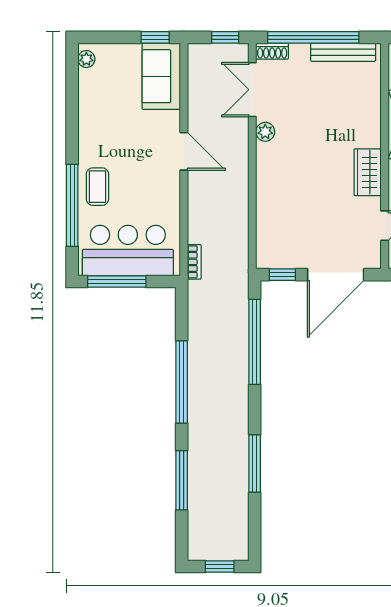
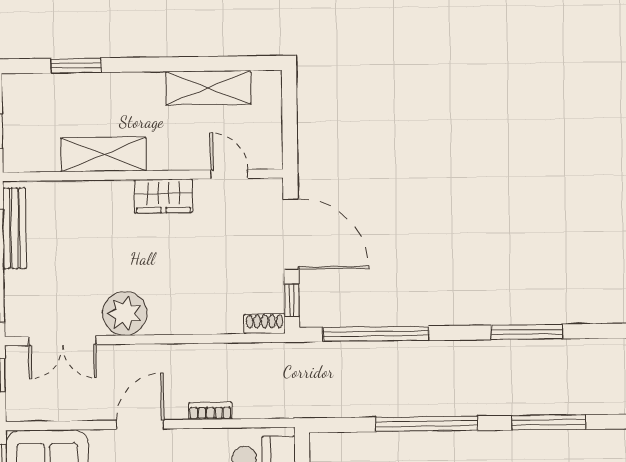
shoe rack: (272, 51) -> (265, 324), moved, turned -90
plant: (265, 132) -> (125, 313), width x1.88, depth x1.88
bookcase: (194, 262) -> (210, 411), moved

